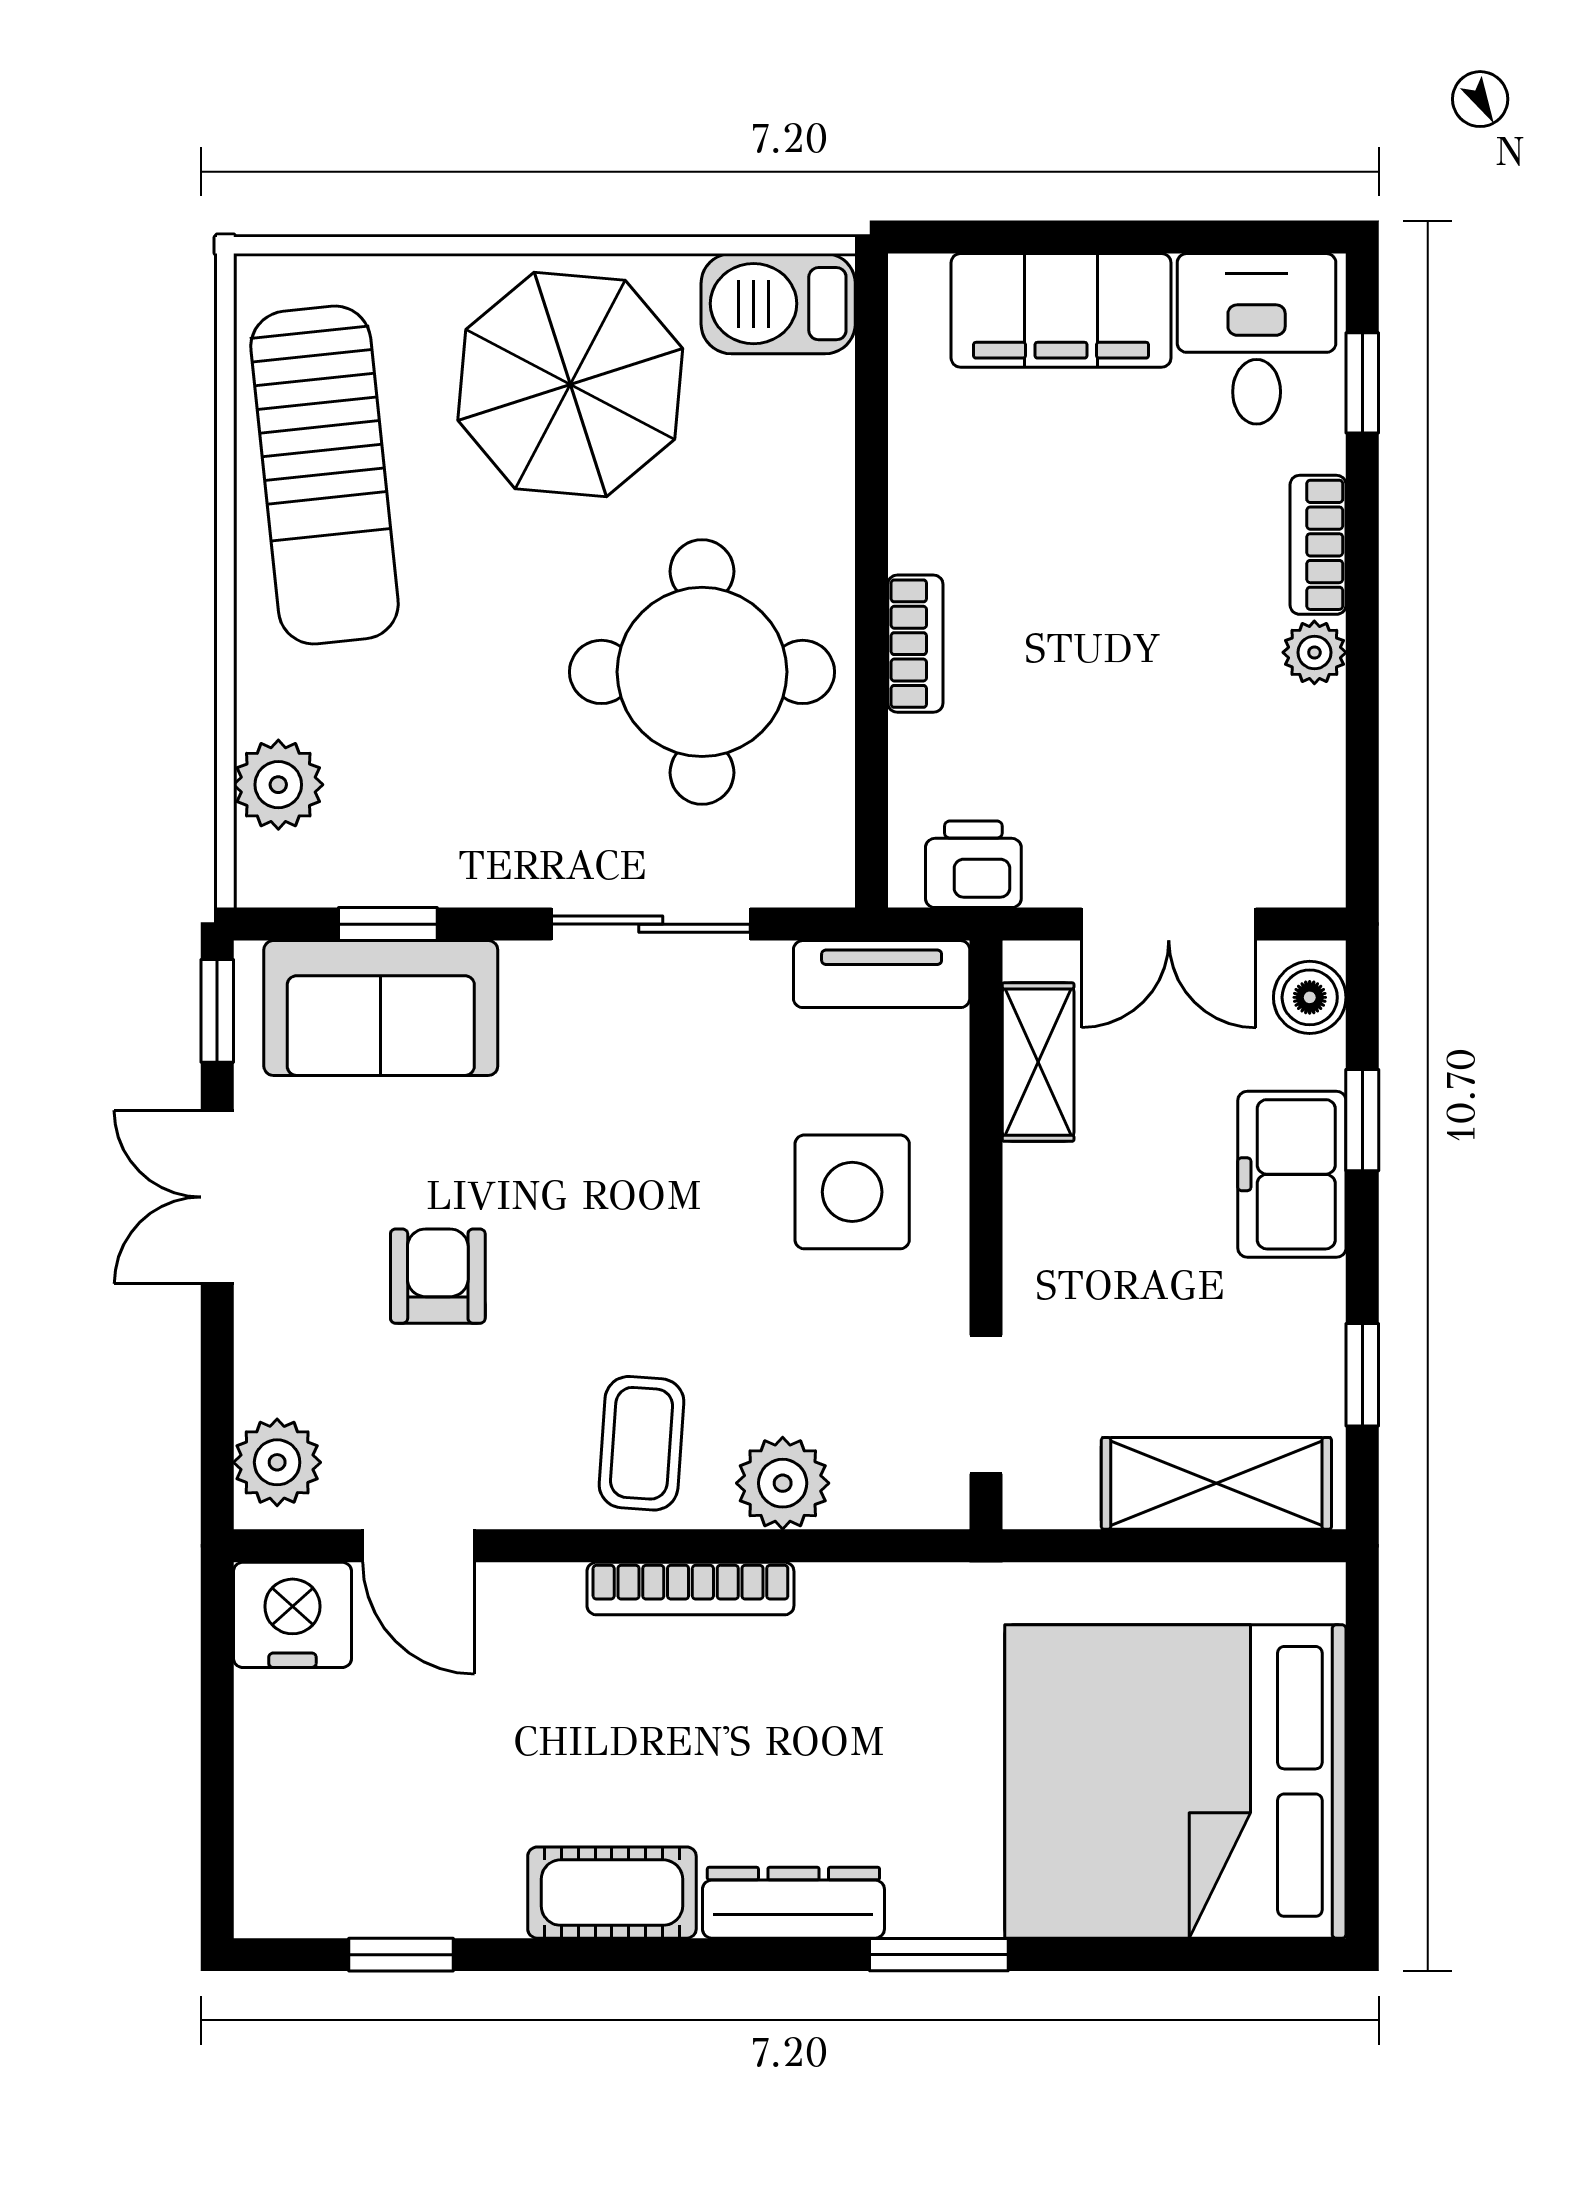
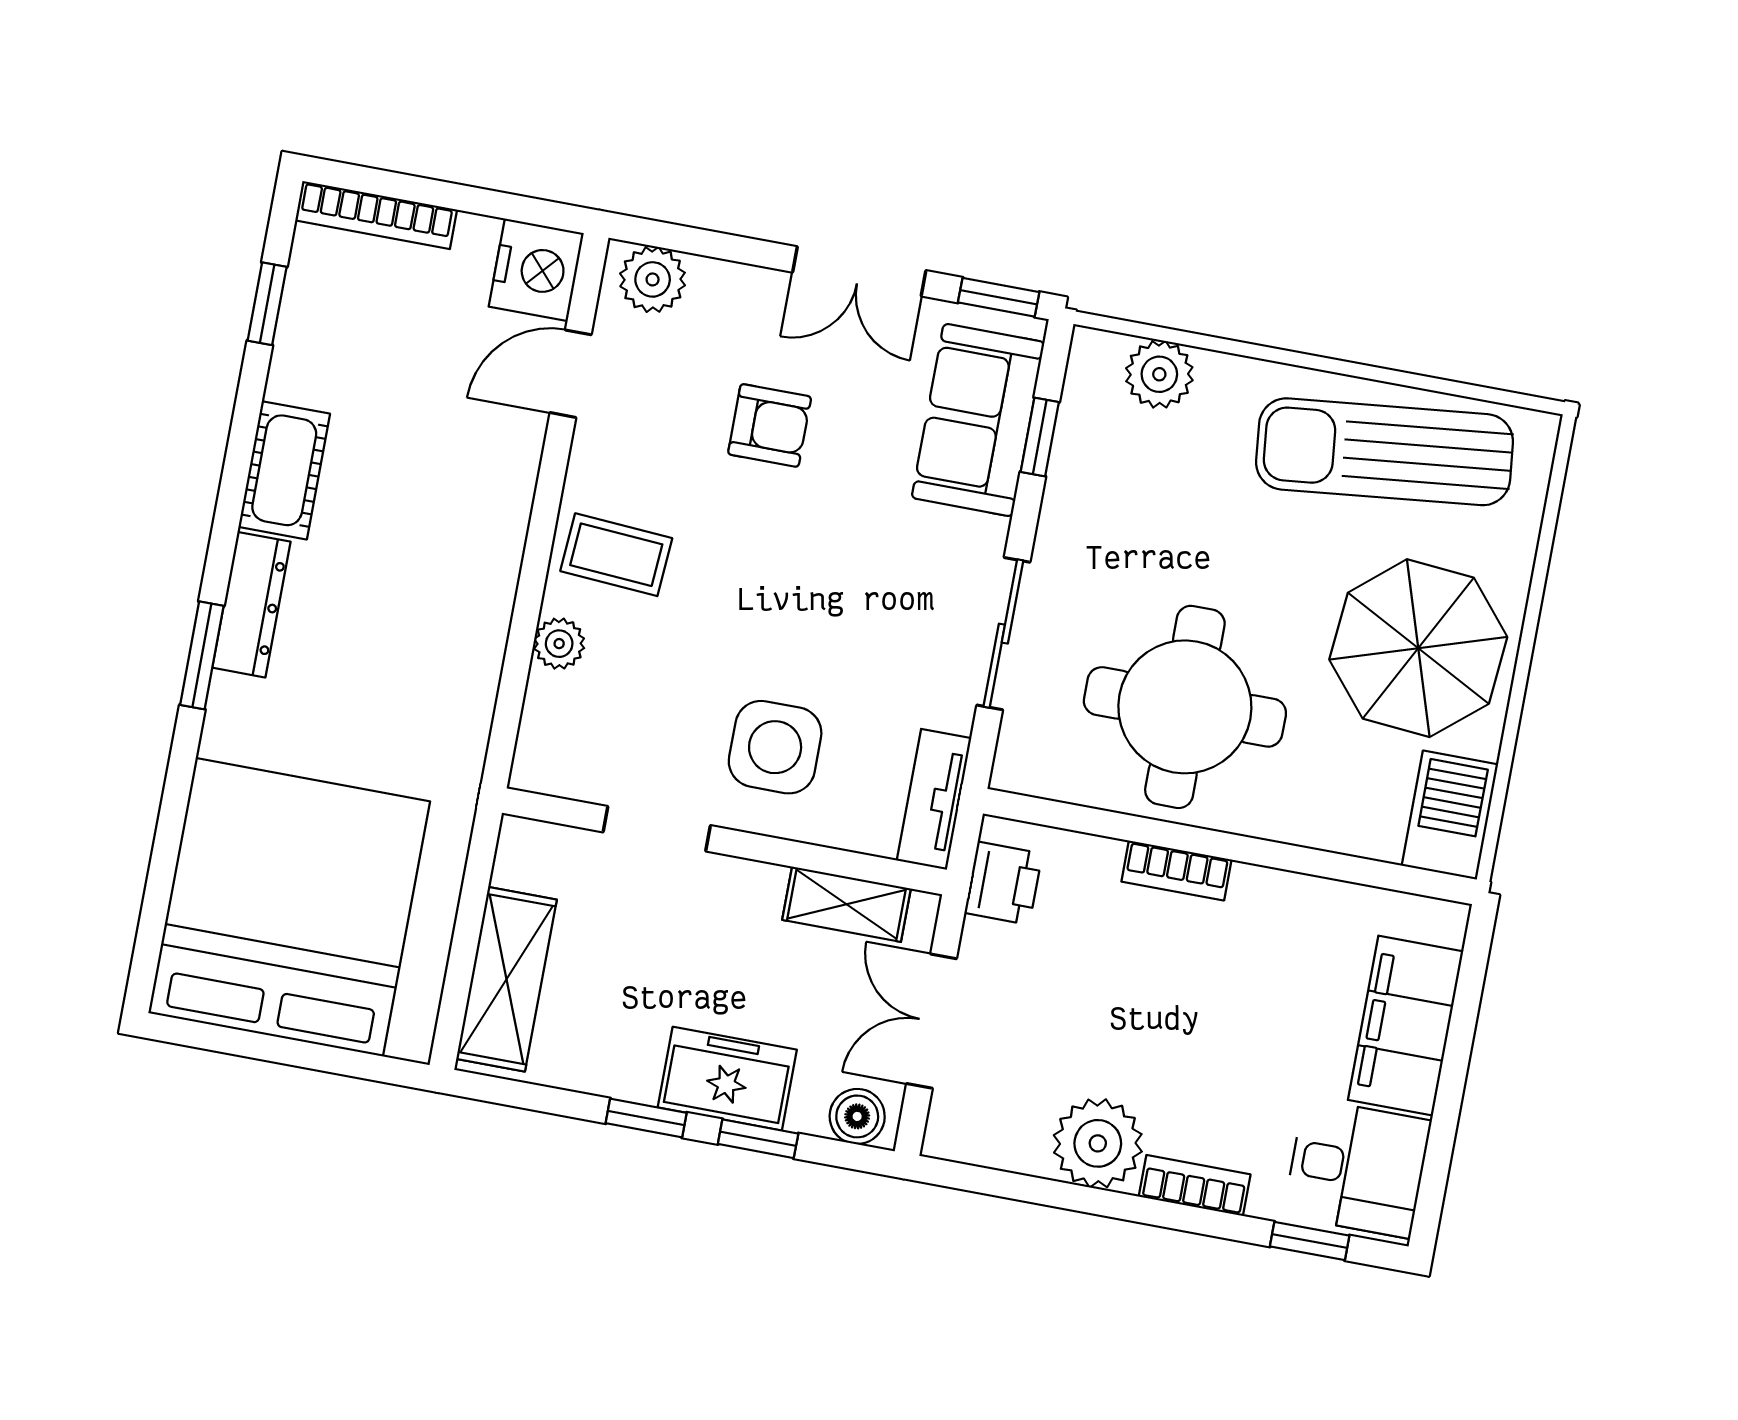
plant: (1314, 652) -> (1098, 1143), width x1.88, depth x1.88
double door: (217, 1197) -> (859, 271), swing flipped
window: (1362, 1375) -> (646, 1118), moved
doorway: (986, 1405) -> (657, 829), moved
plant: (783, 1483) -> (559, 644), width x0.73, depth x0.73
bookcase: (690, 1589) -> (376, 215), moved, turned -90
window: (939, 1955) -> (202, 655), moved

